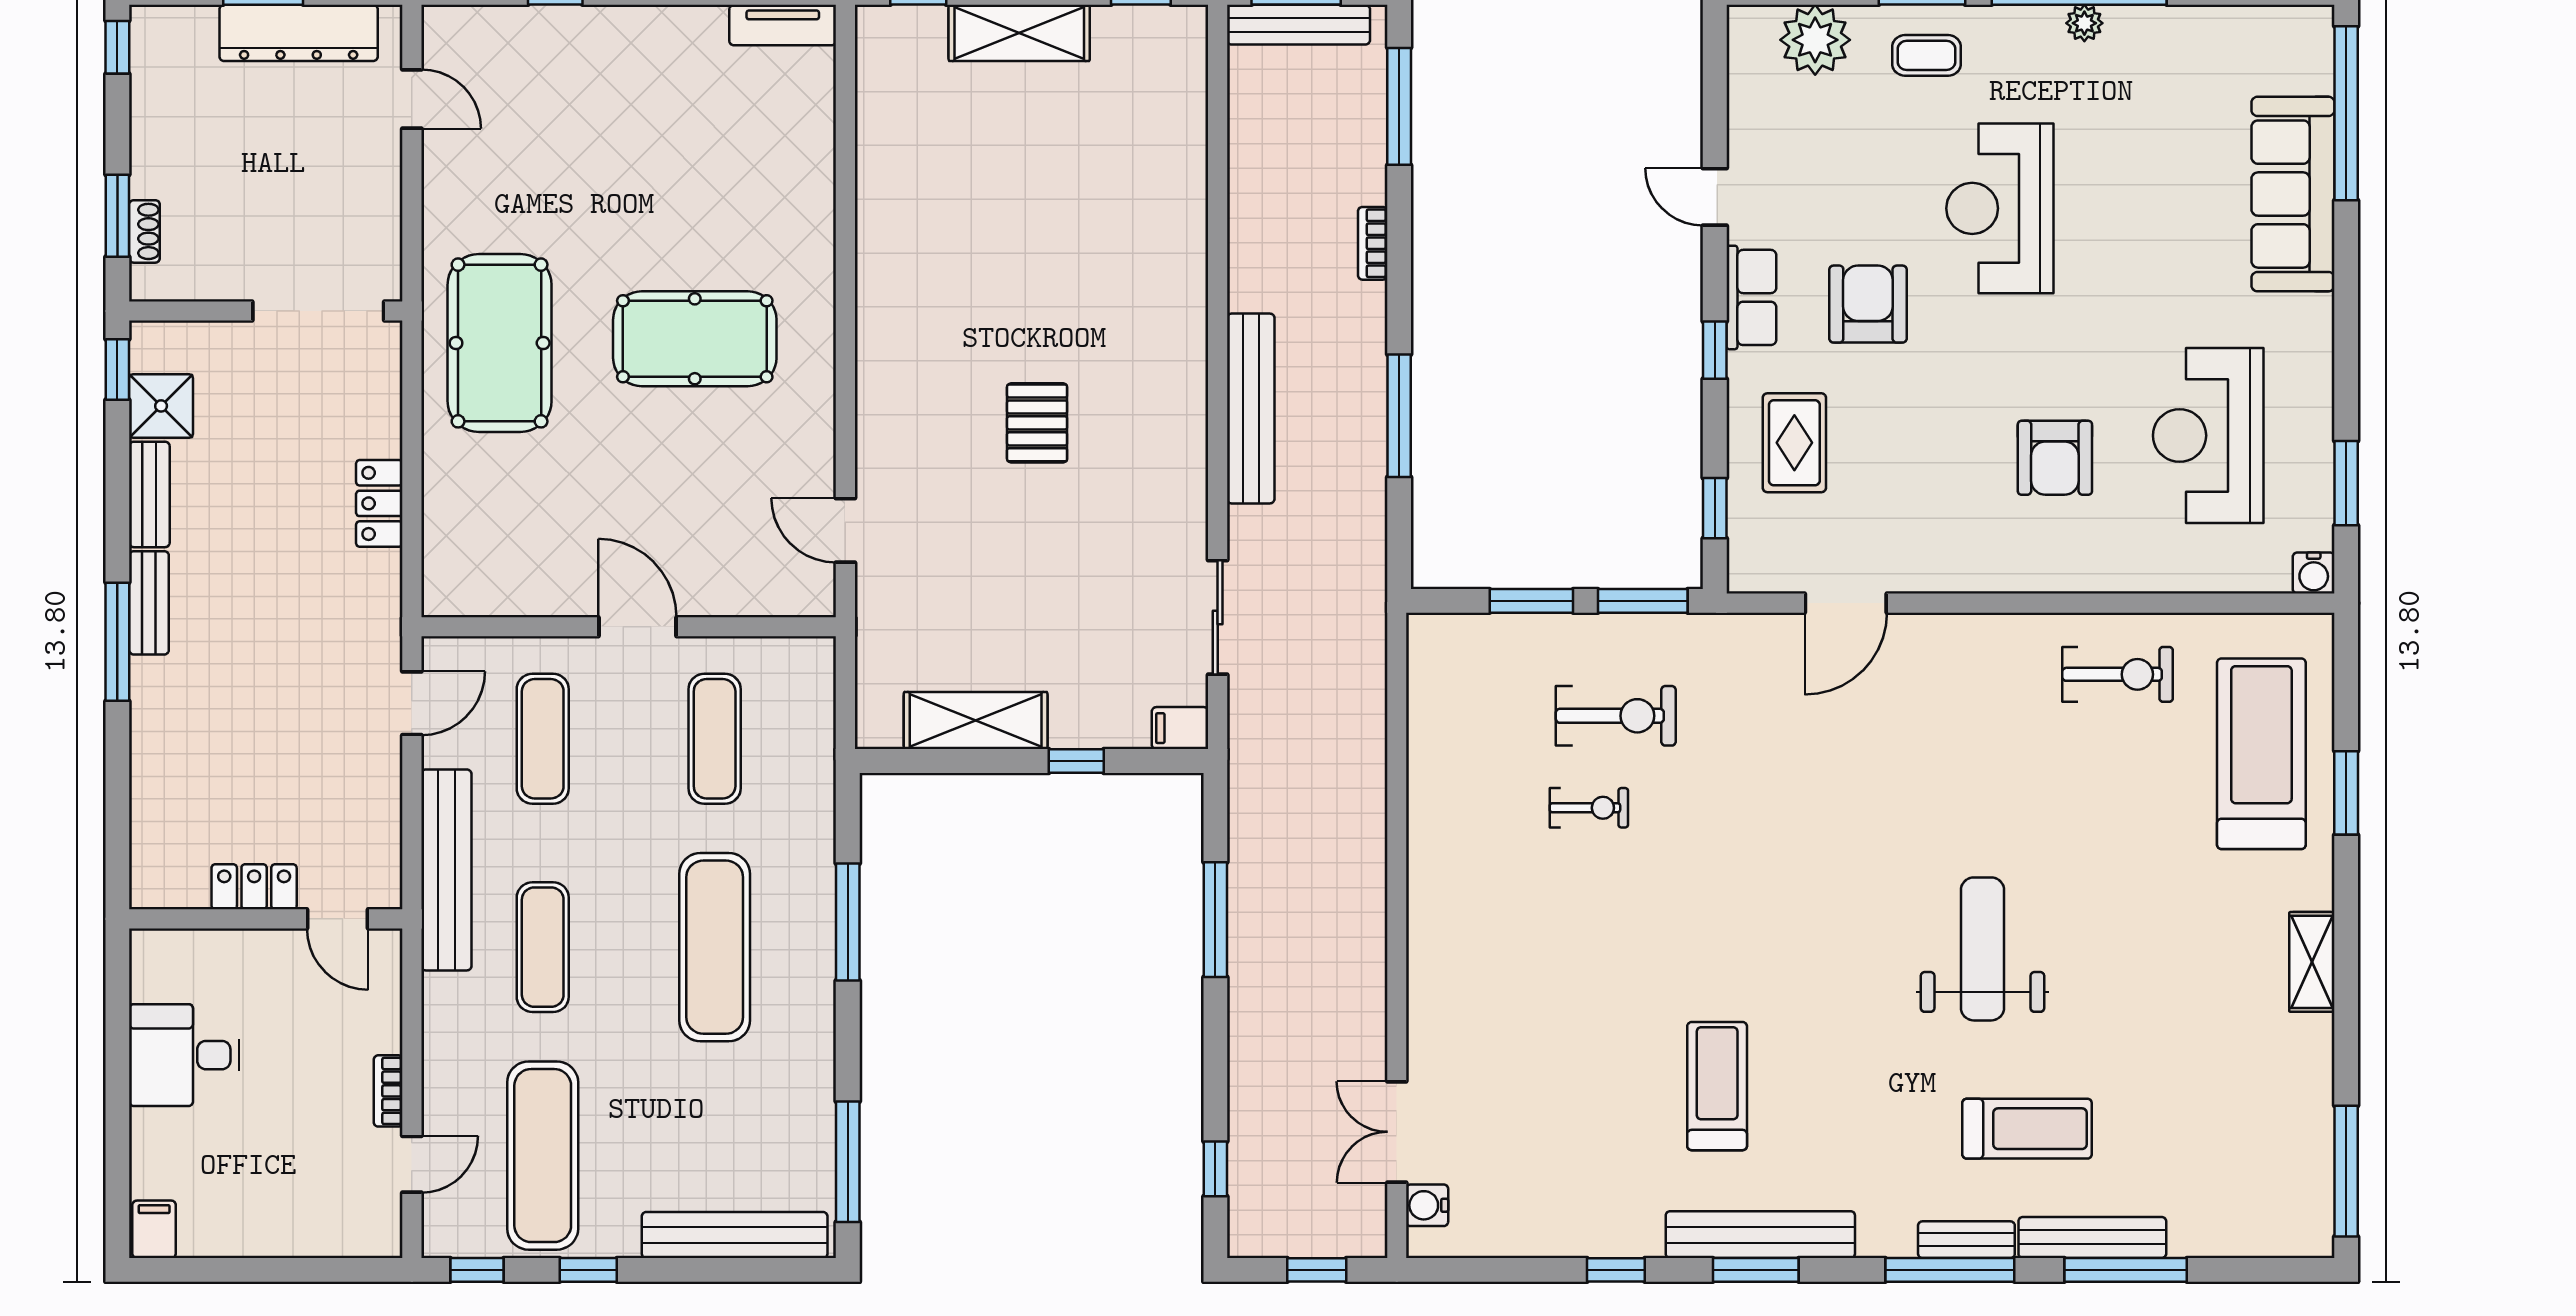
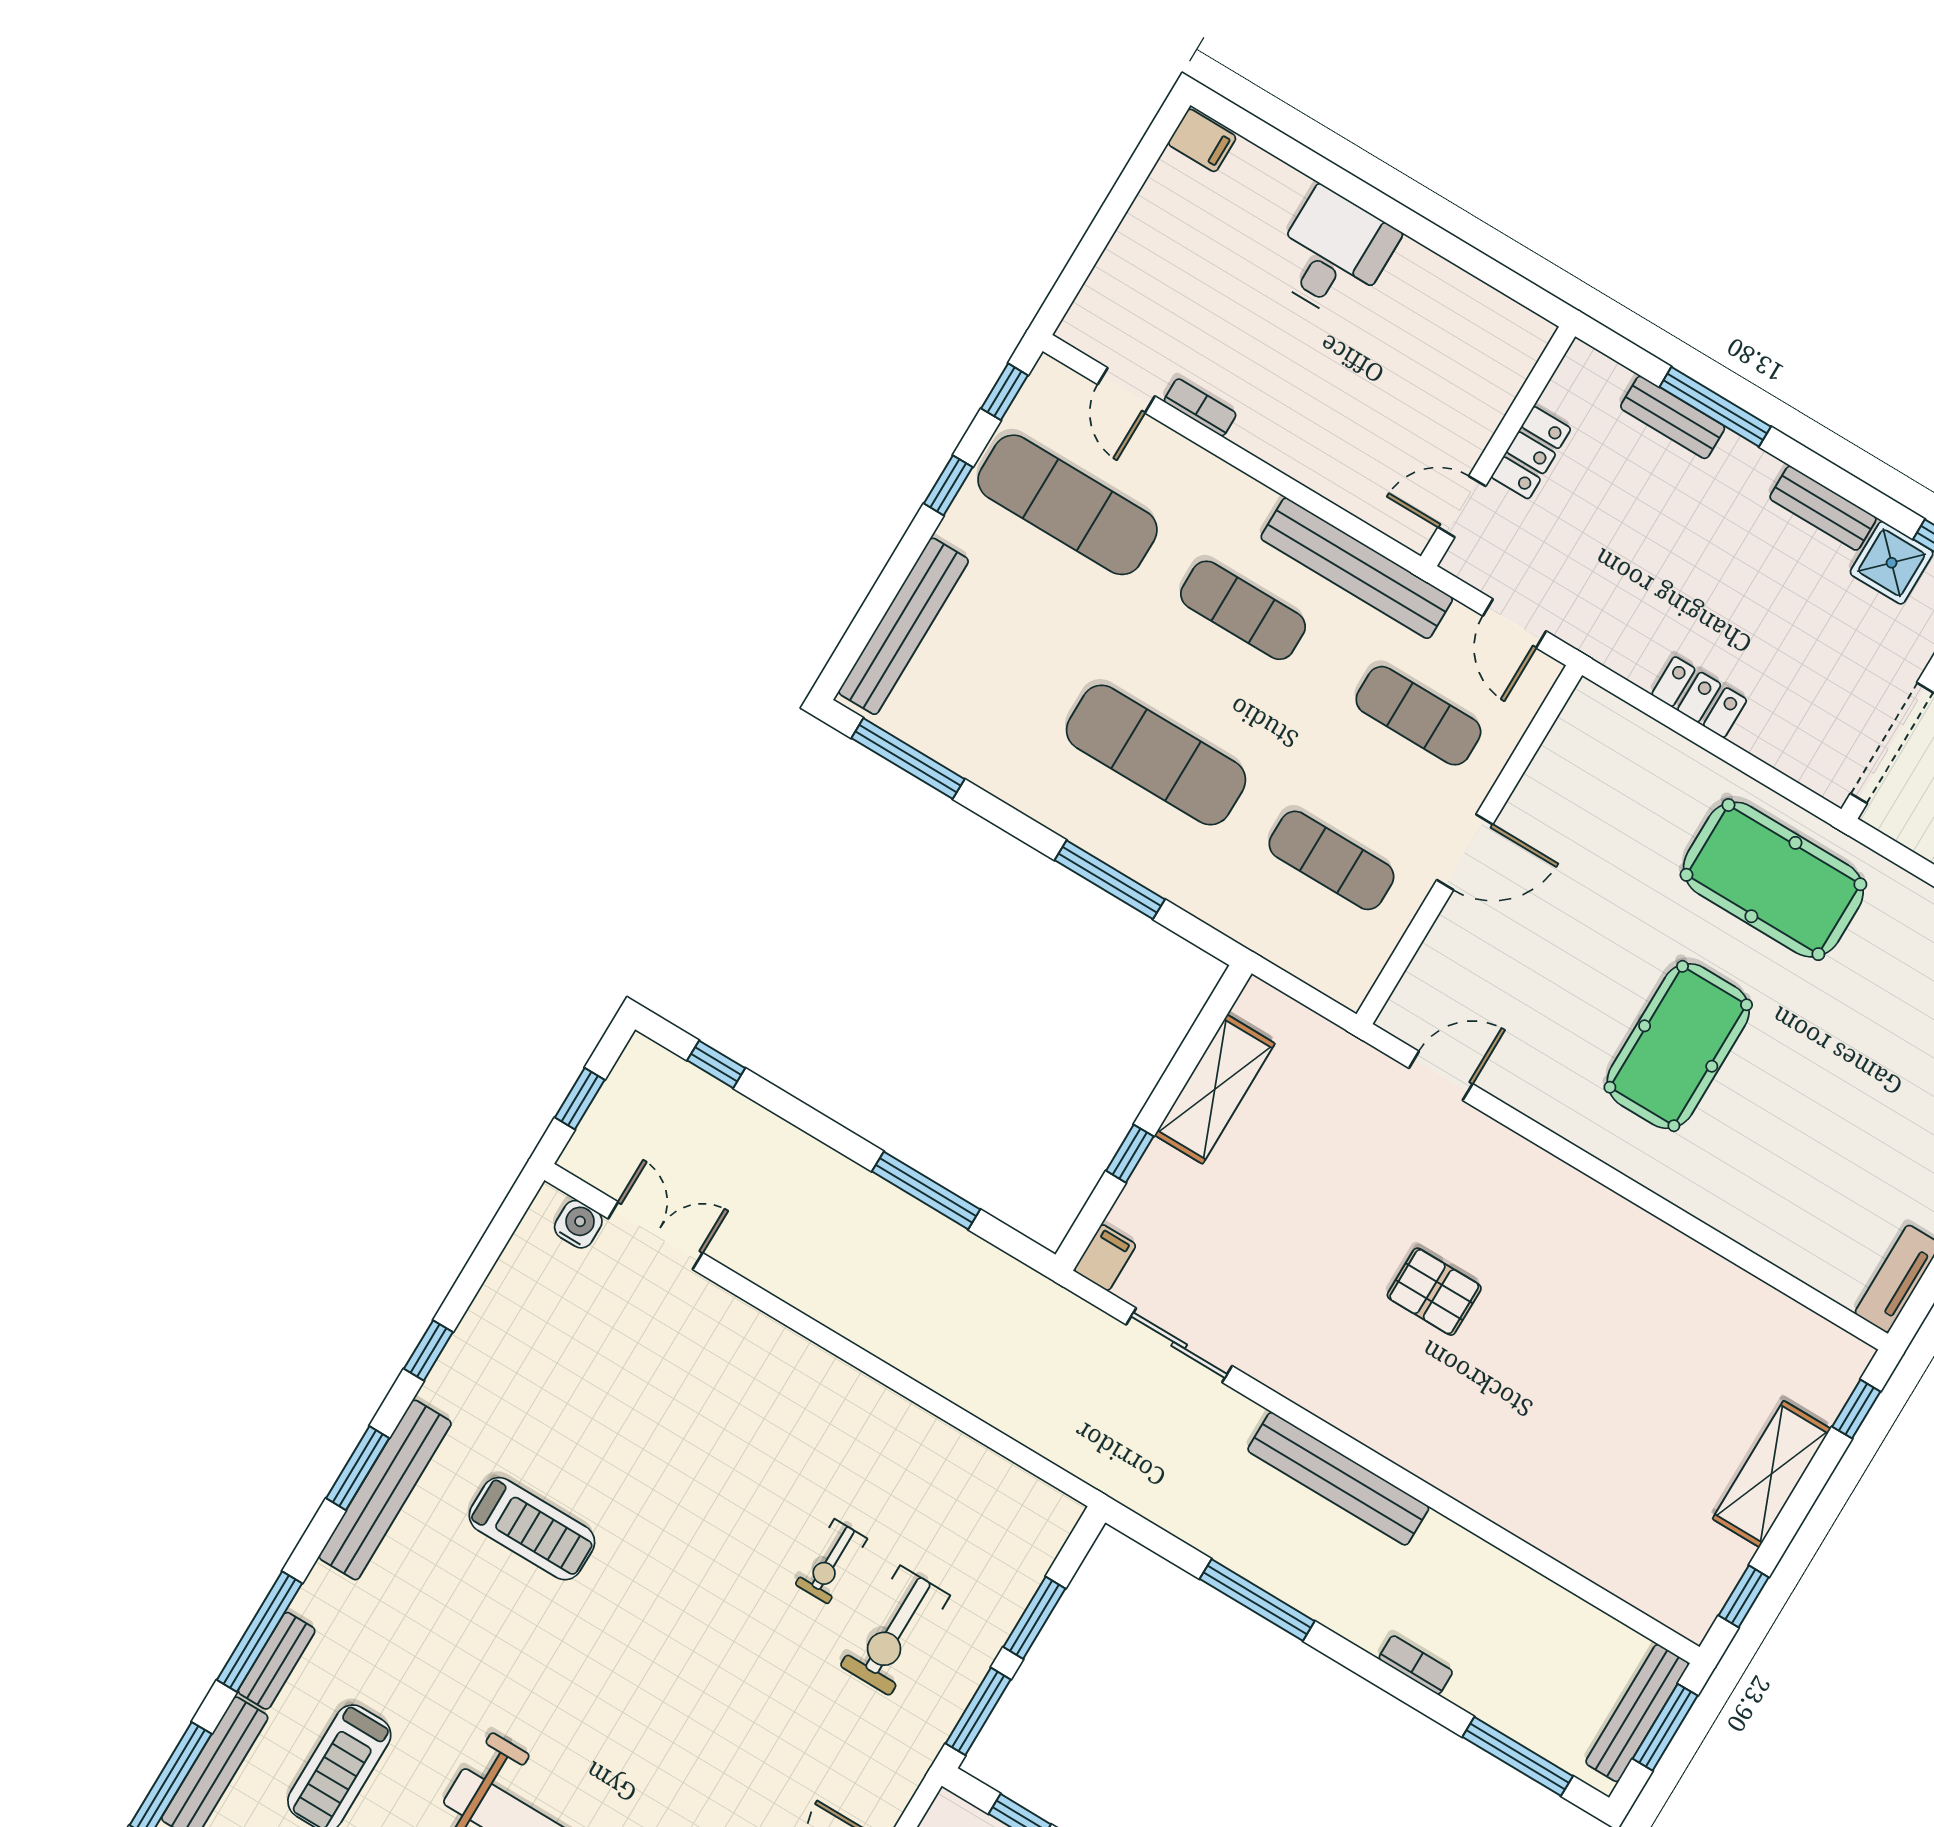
bench: (149, 603) -> (1673, 417), moved
locker: (254, 887) -> (1531, 453), moved
wall: (266, 919) -> (1498, 446), moved
door: (337, 919) -> (1462, 507), moved

